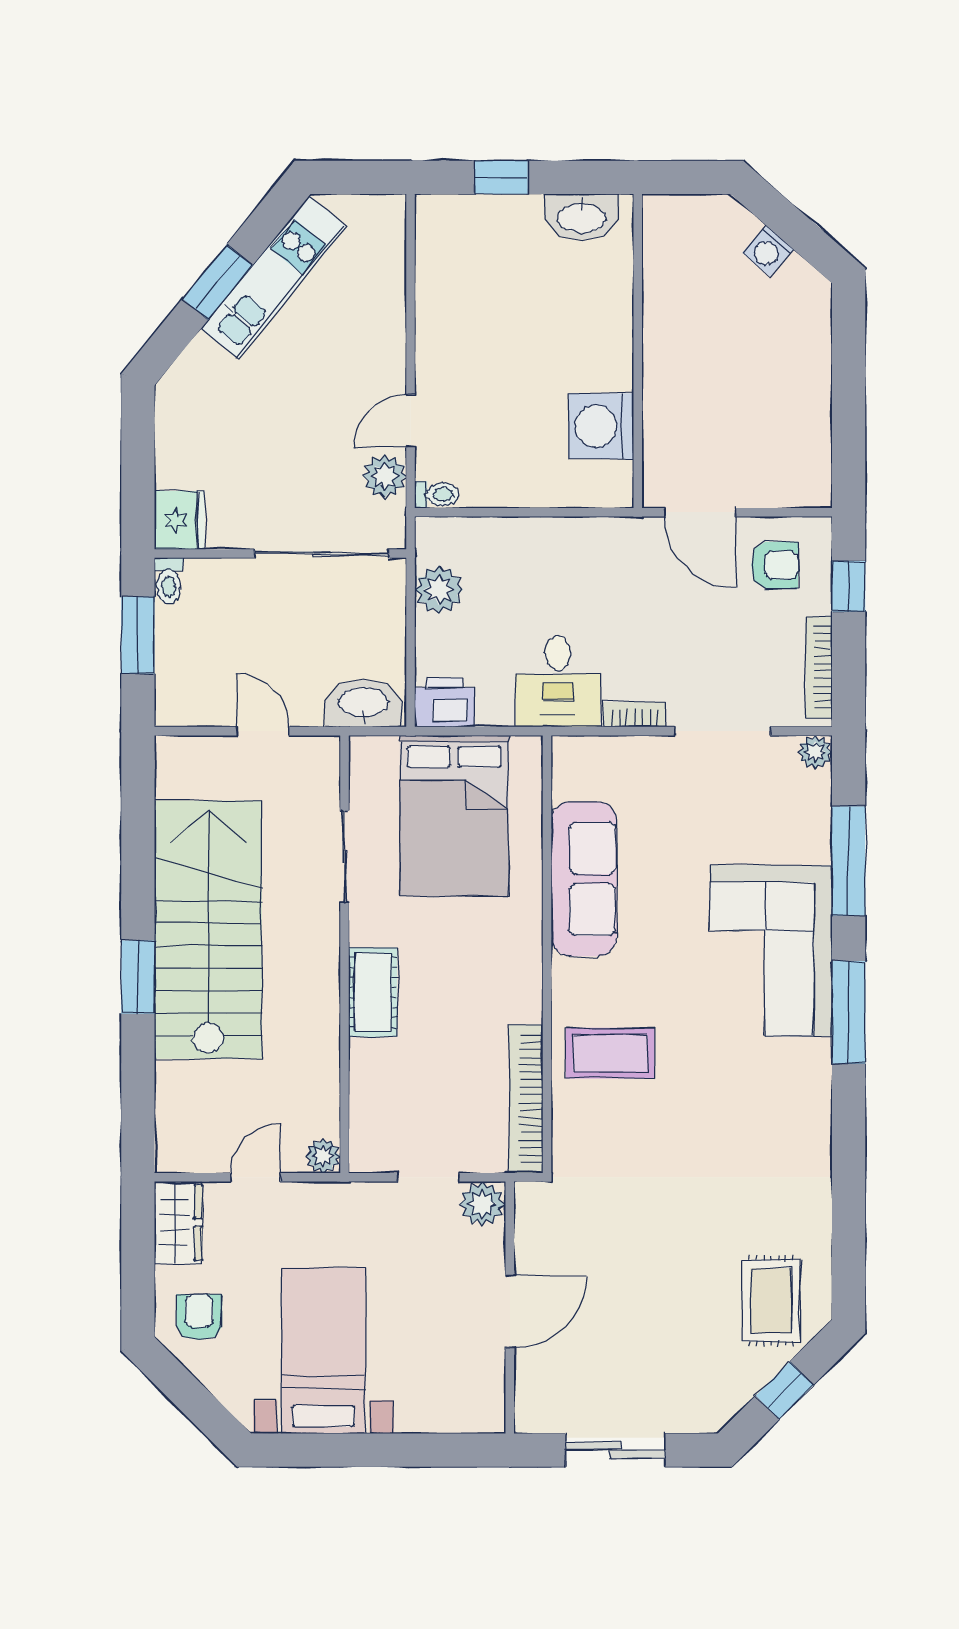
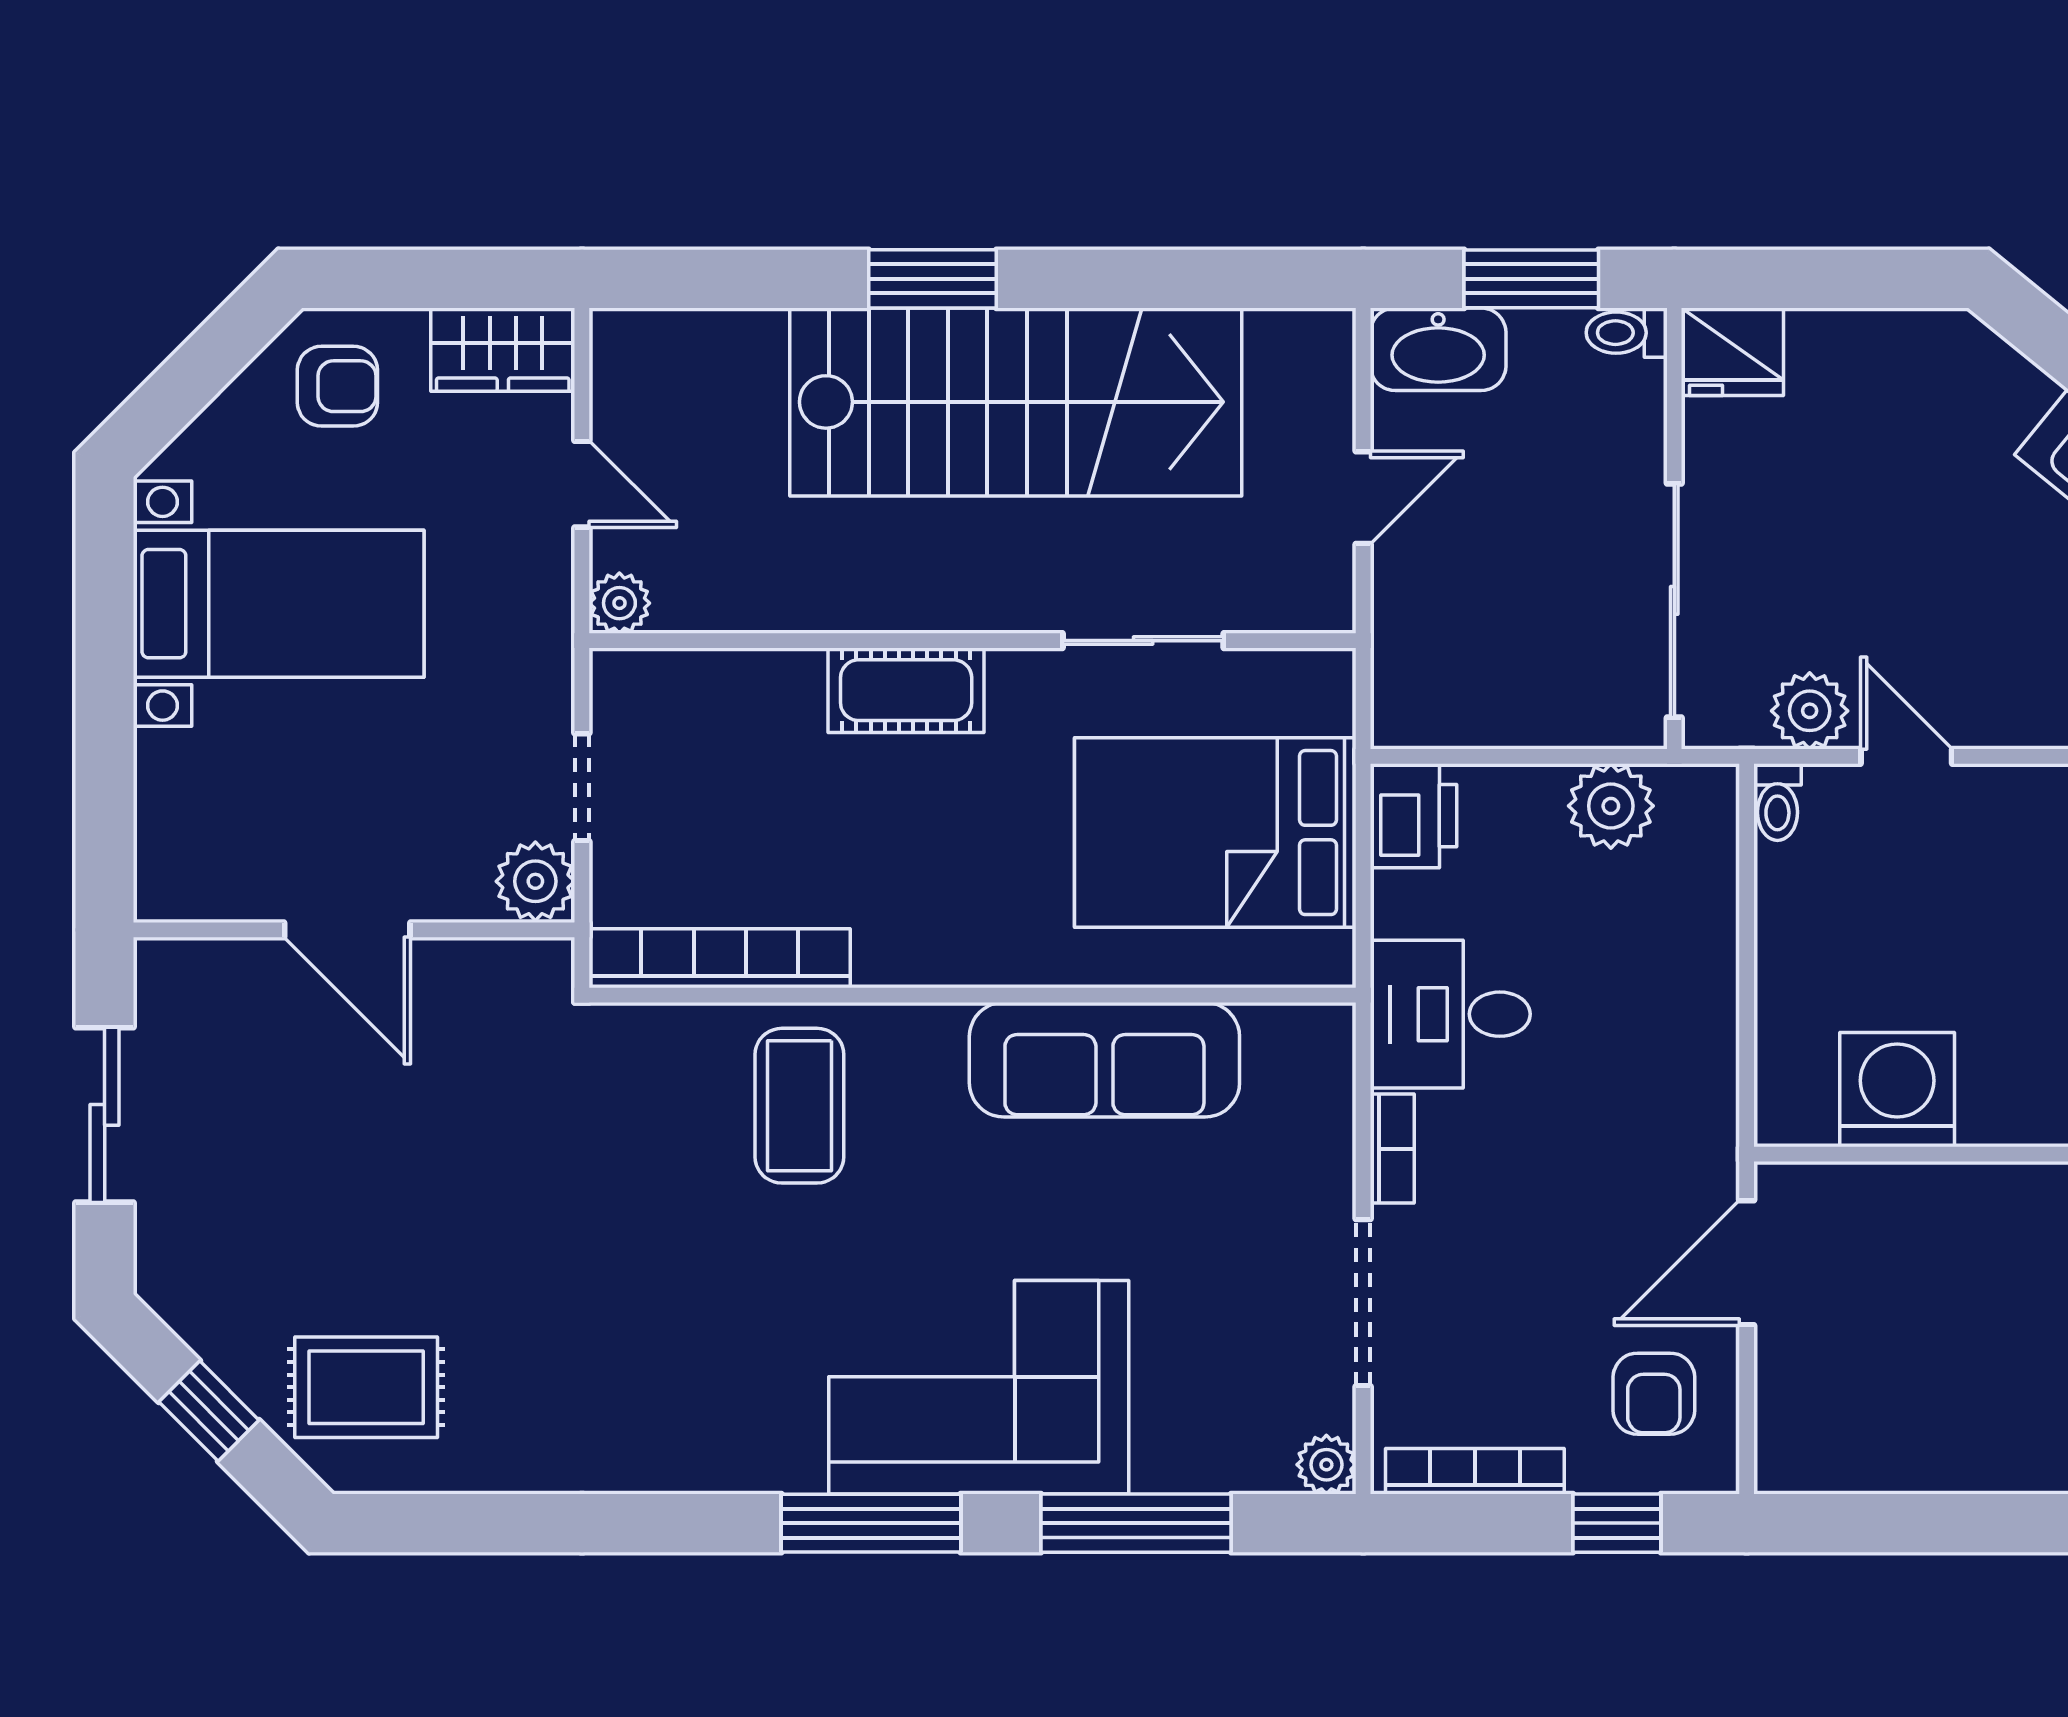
washbasin: (363, 703) -> (1438, 349), moved, turned 90

